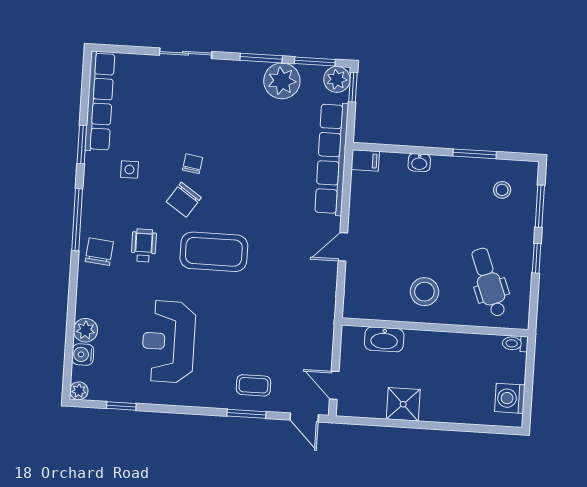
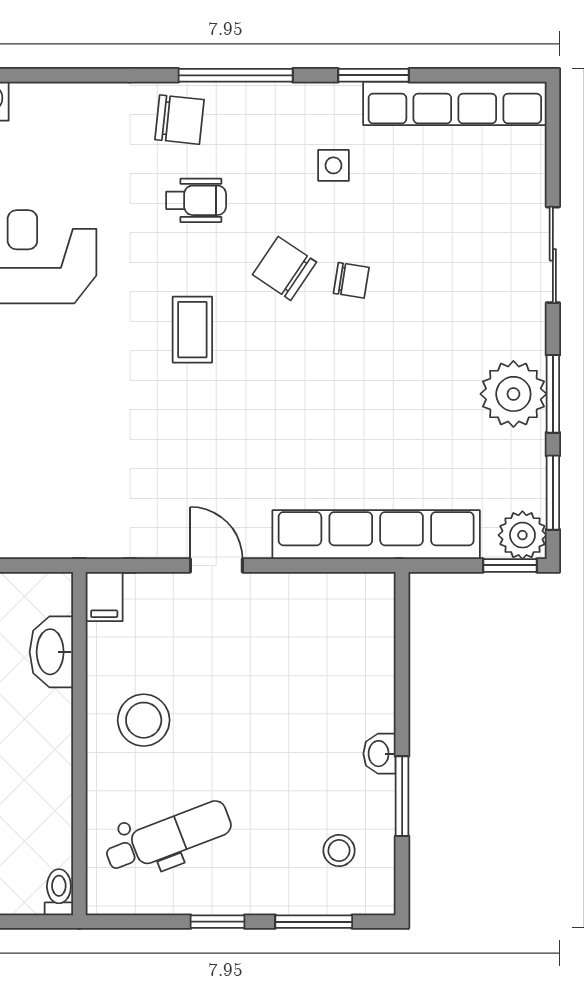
plant: (282, 81) -> (513, 394), moved
filing cabinet: (365, 160) -> (104, 596), moved
washbasin: (419, 163) -> (380, 754), moved
coffee table: (214, 252) -> (192, 330), width x0.54, depth x0.58
plant: (86, 330) -> (34, 103), removed

